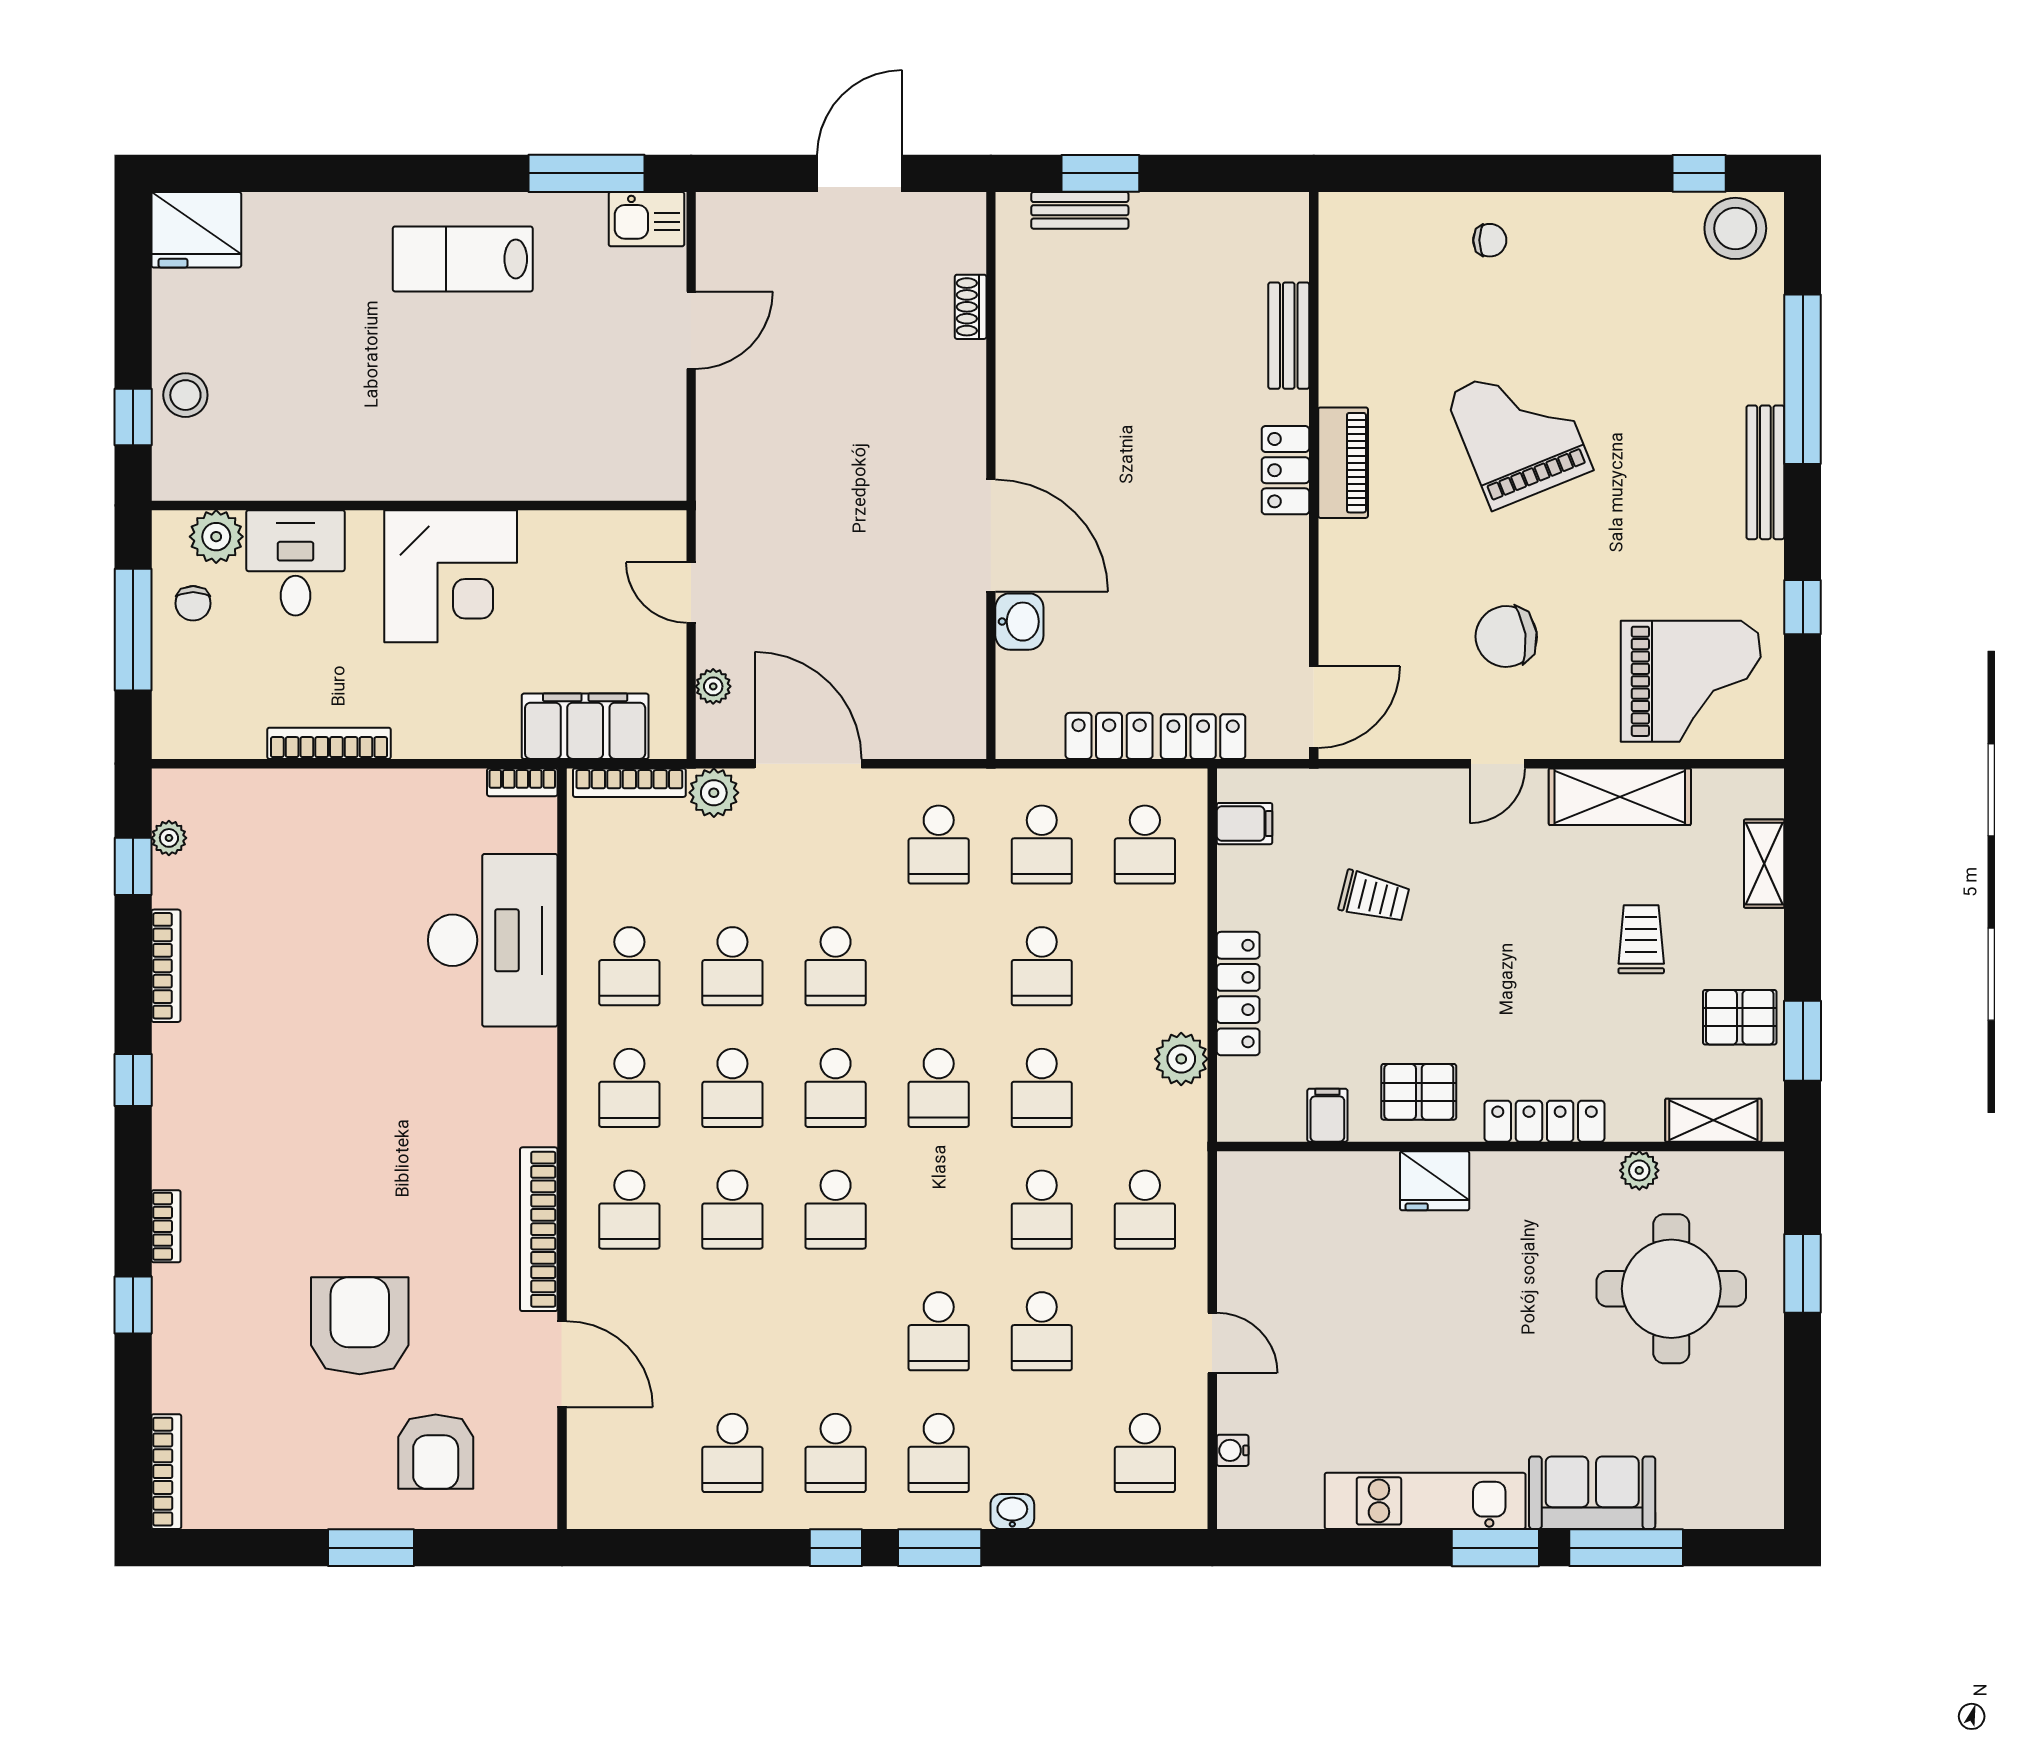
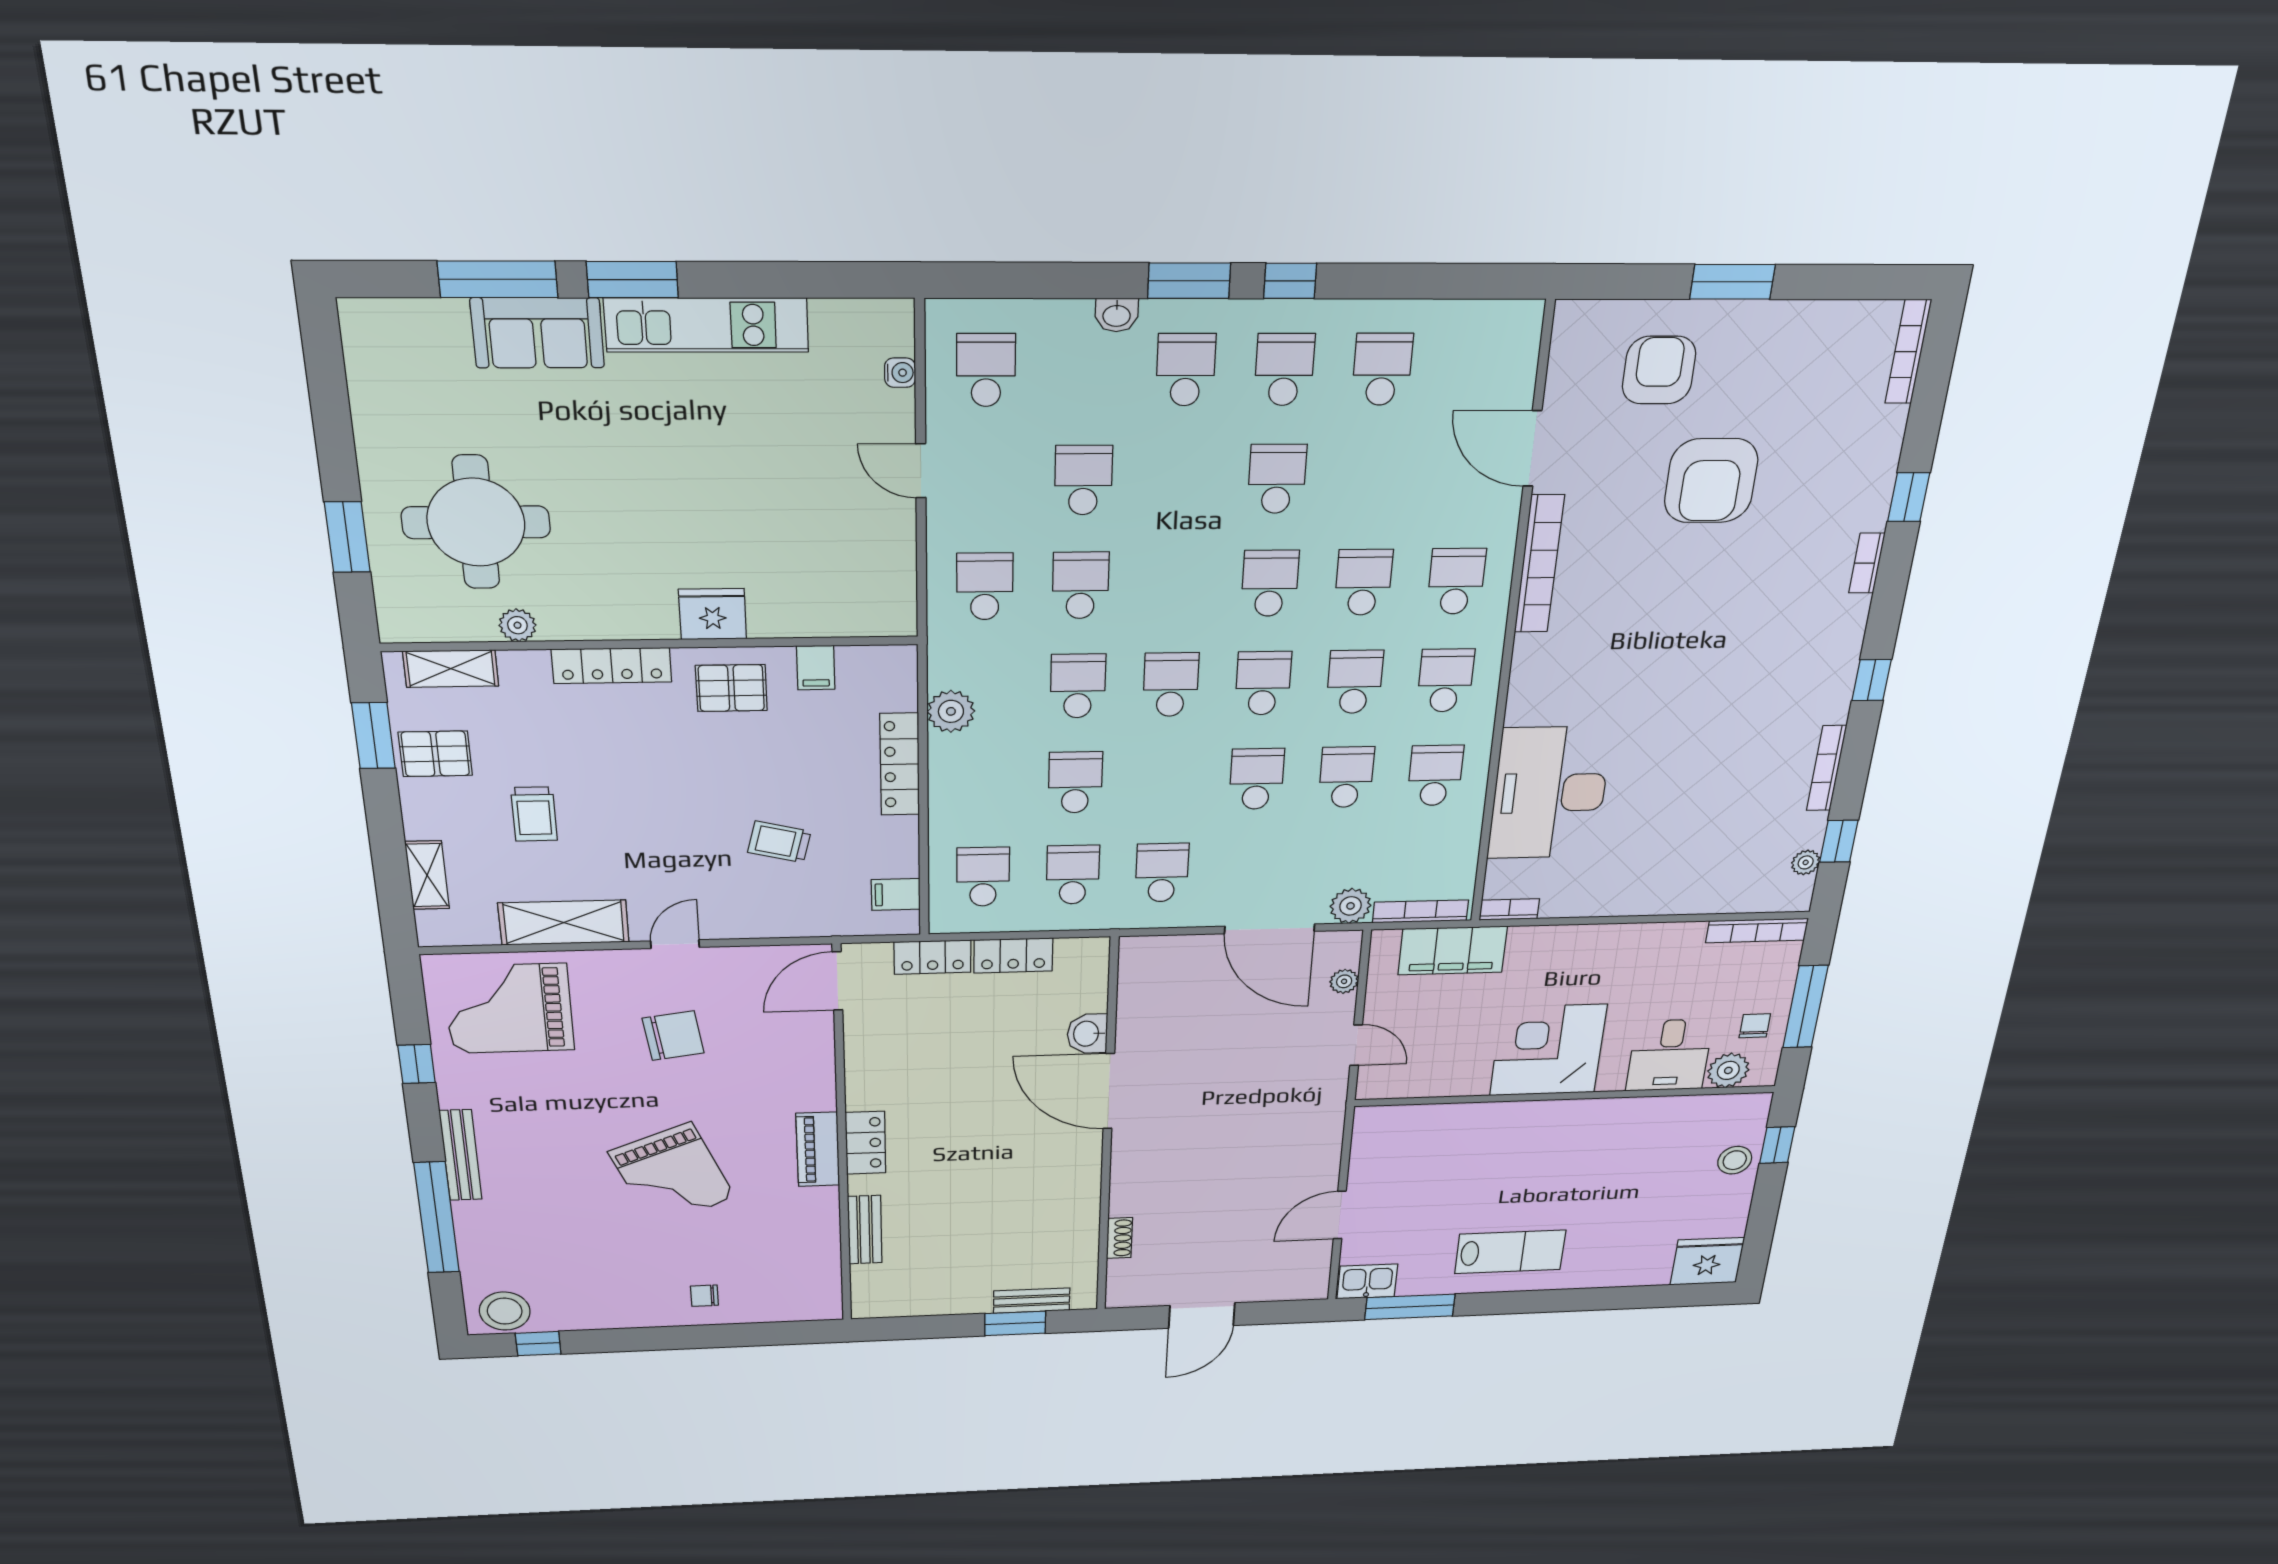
bookcase: (329, 743) -> (1757, 931), moved
school desk: (939, 1331) -> (1277, 479), moved

